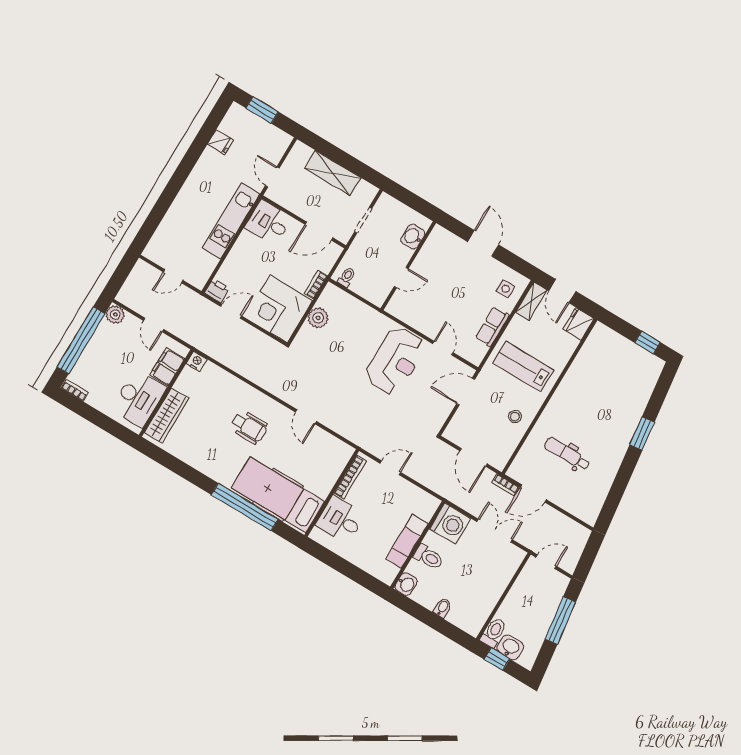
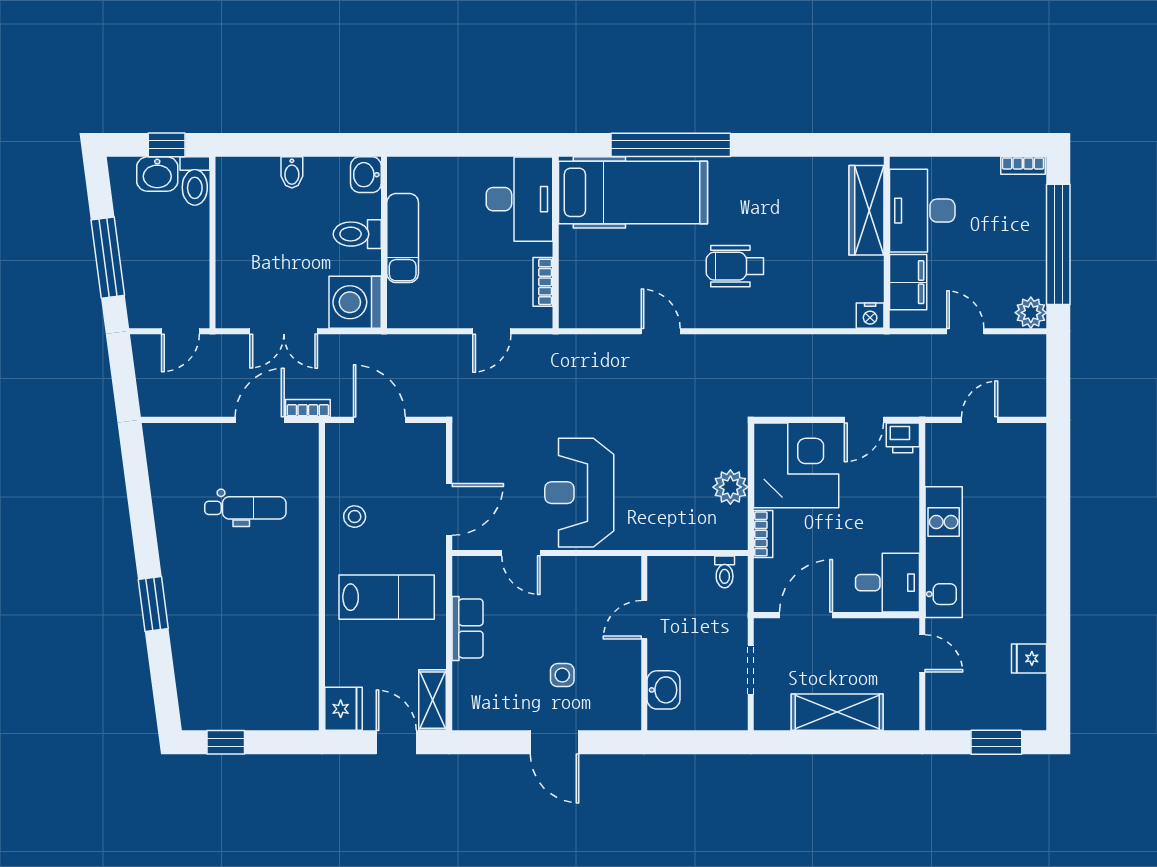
side table: (506, 289) -> (562, 675), moved
bookcase: (350, 477) -> (543, 282), width x0.64
desk: (340, 520) -> (519, 199), width x1.37

